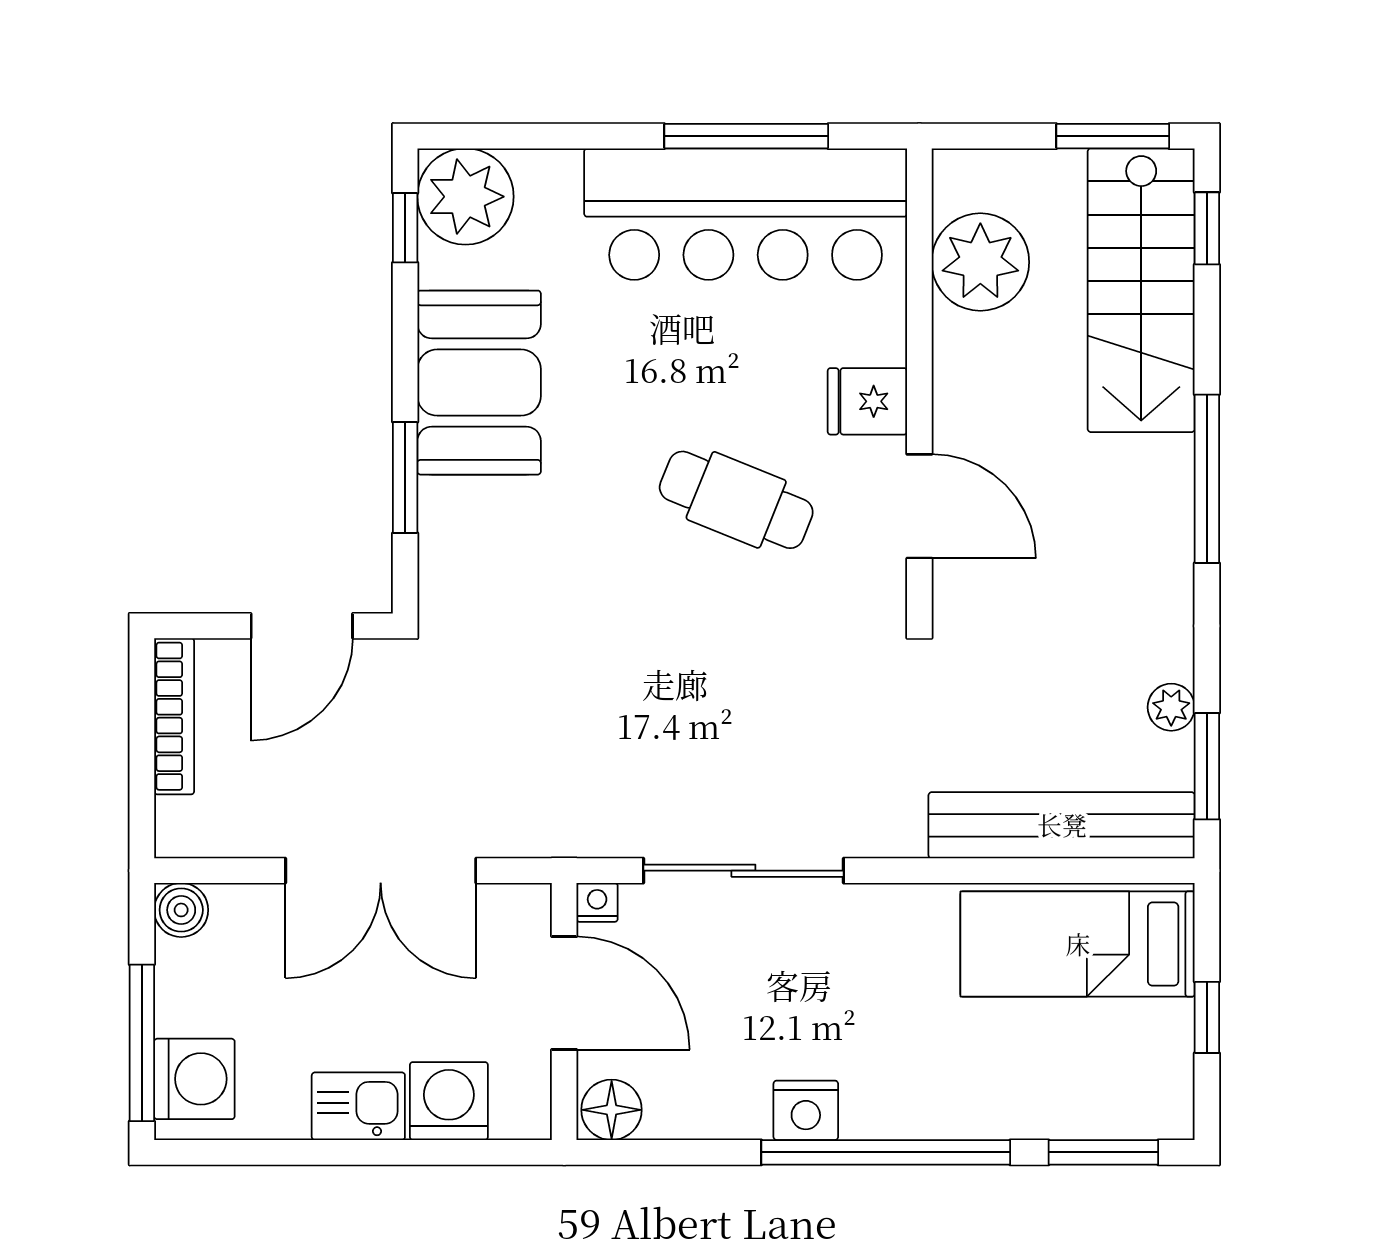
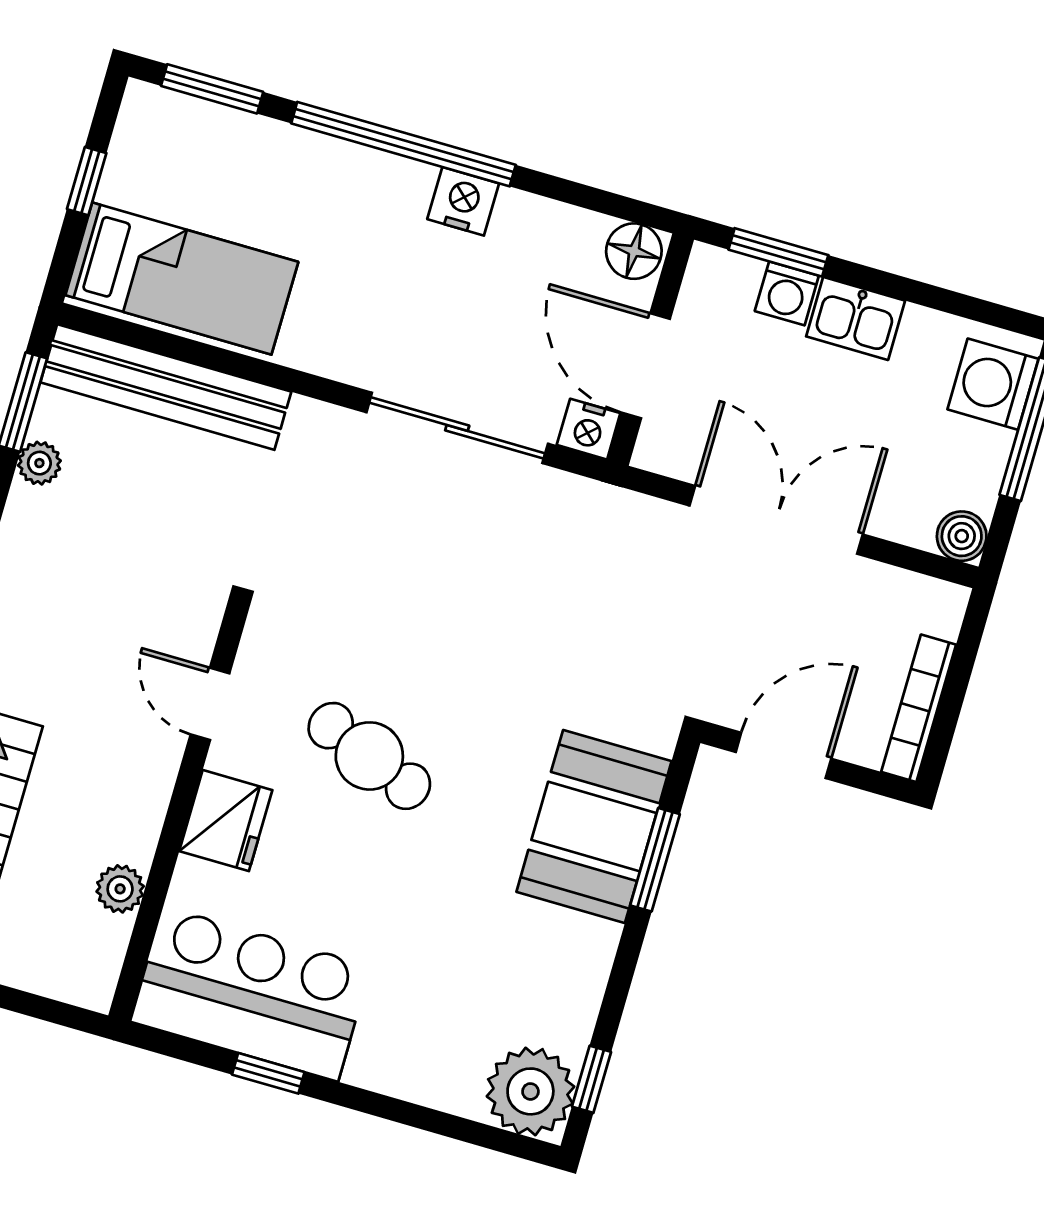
window: (746, 136) -> (268, 1073), width x0.46
bar counter: (746, 214) -> (251, 994), width x0.73
plant: (980, 262) -> (120, 889), width x0.53, depth x0.53
booth: (479, 383) -> (594, 826), moved
fridge: (867, 401) -> (226, 821), width x1.38
door: (919, 506) -> (210, 704), width x0.73
nightstand: (597, 902) -> (589, 429), width x1.39, depth x1.35
washing machine: (449, 1101) -> (787, 293), width x0.73, depth x0.73
window: (459, 1152) -> (778, 252), added

